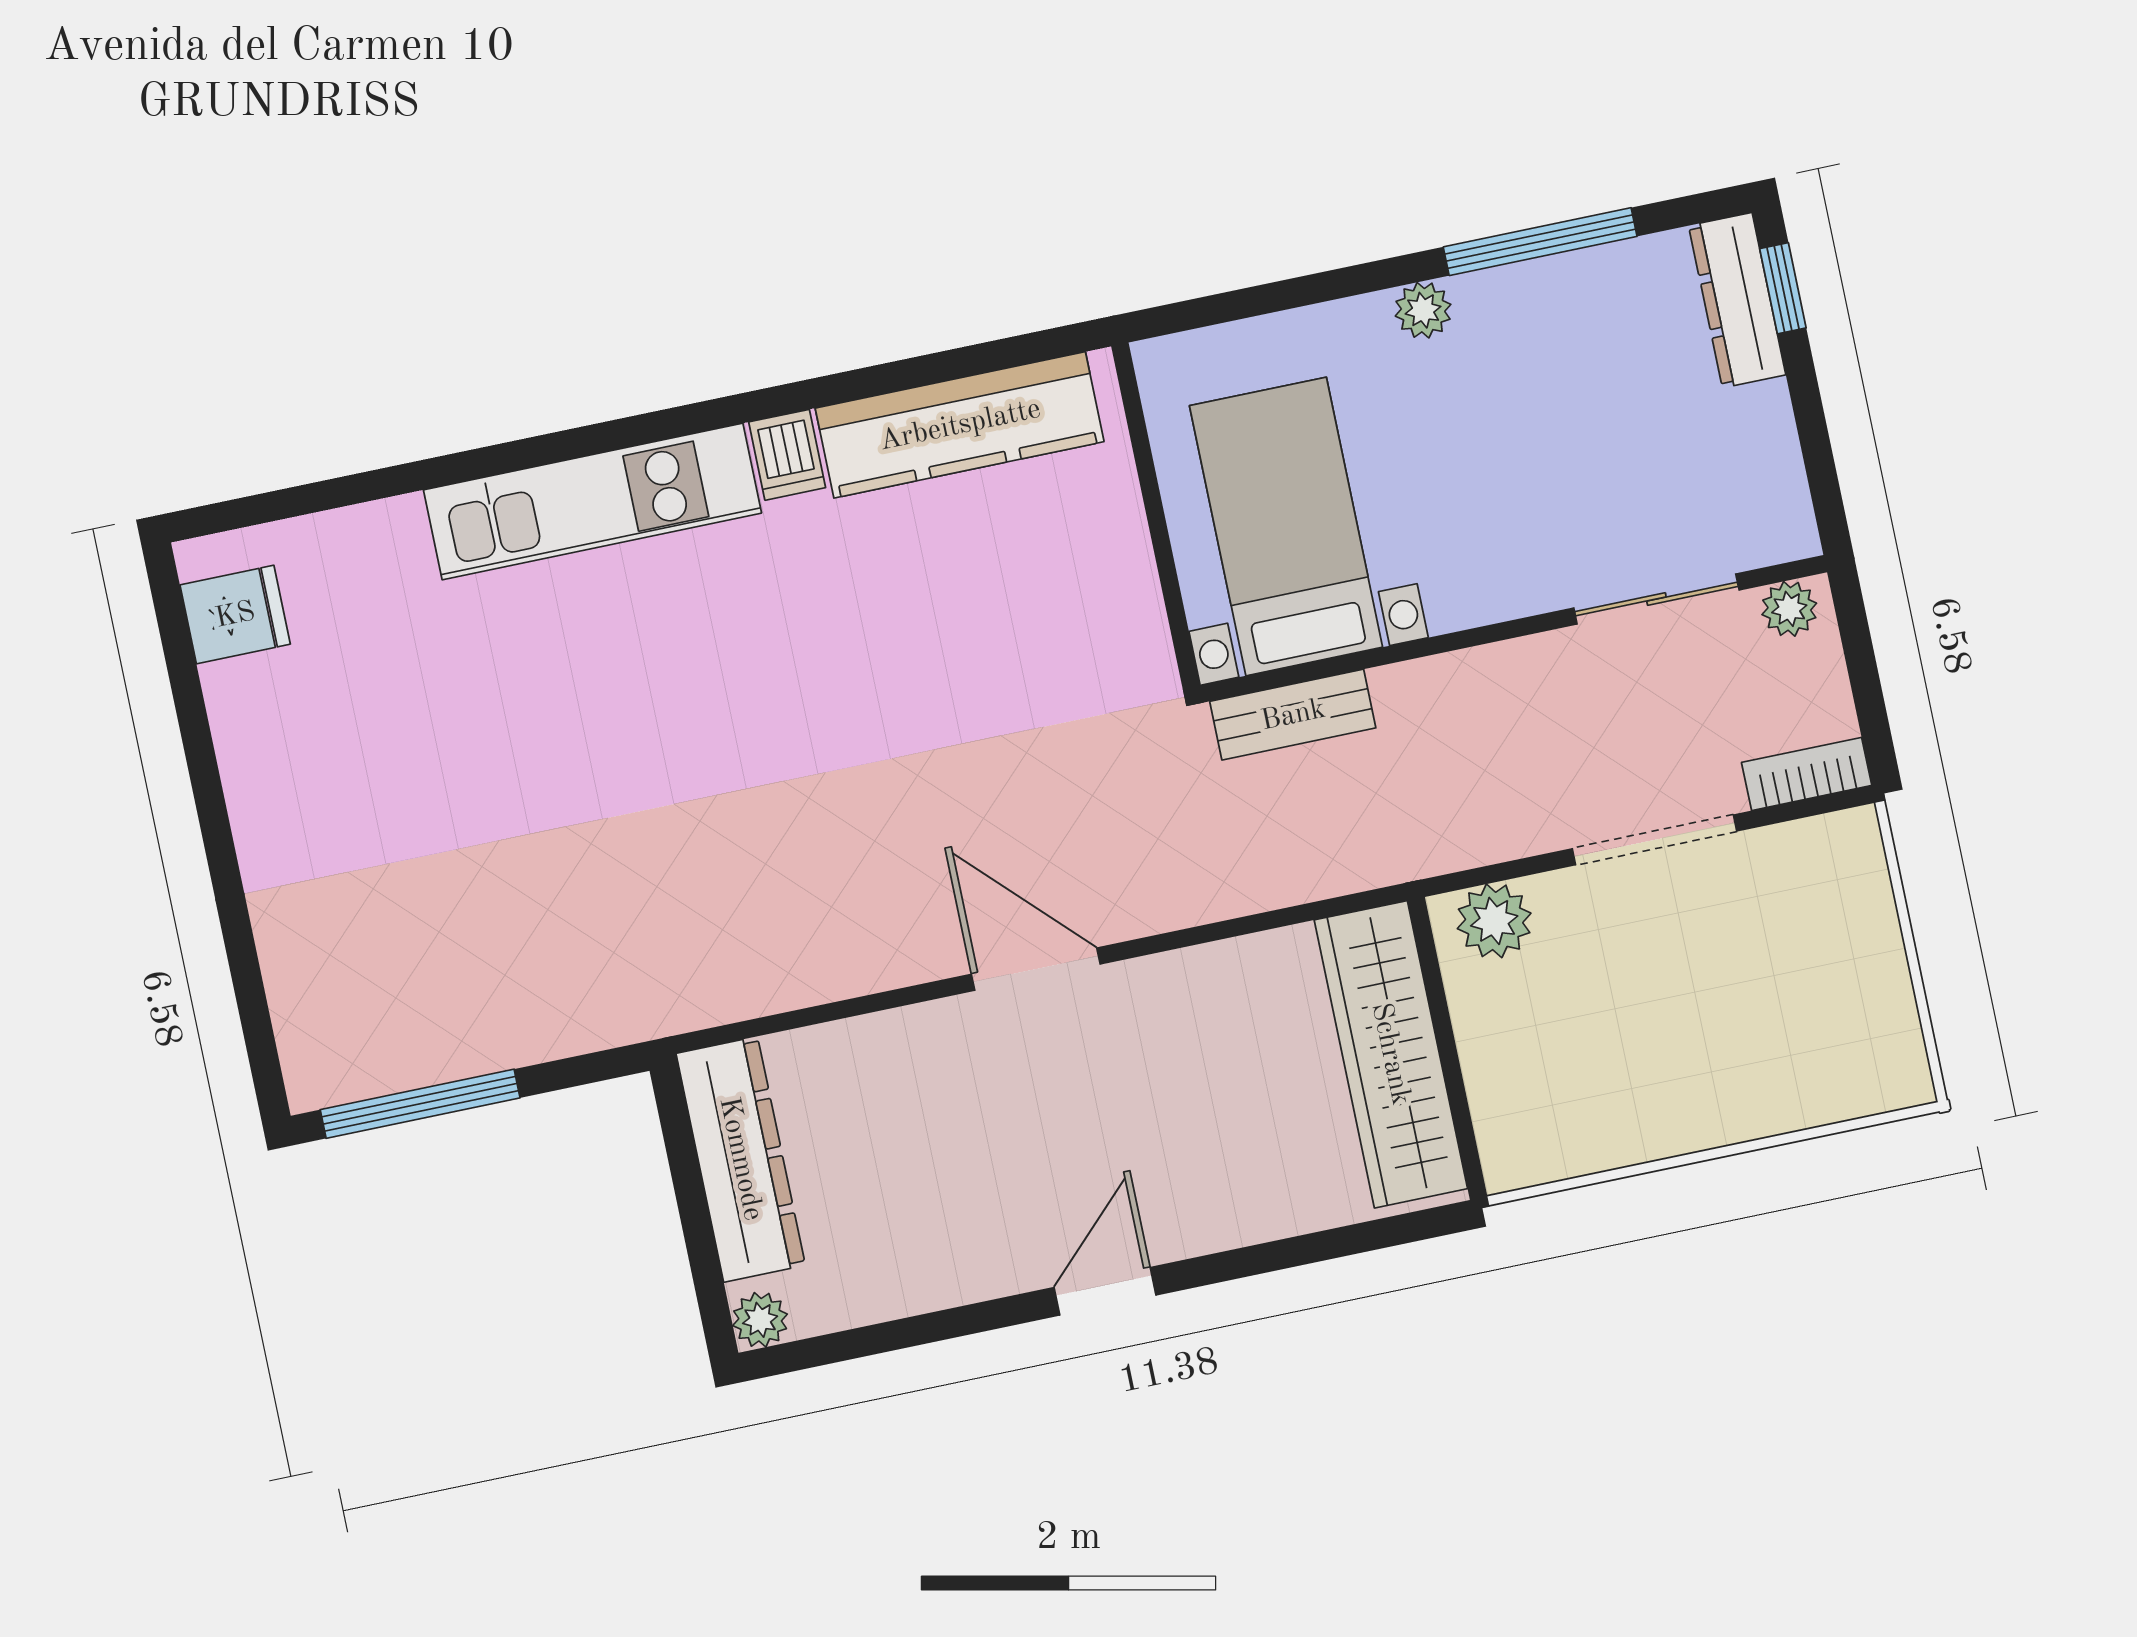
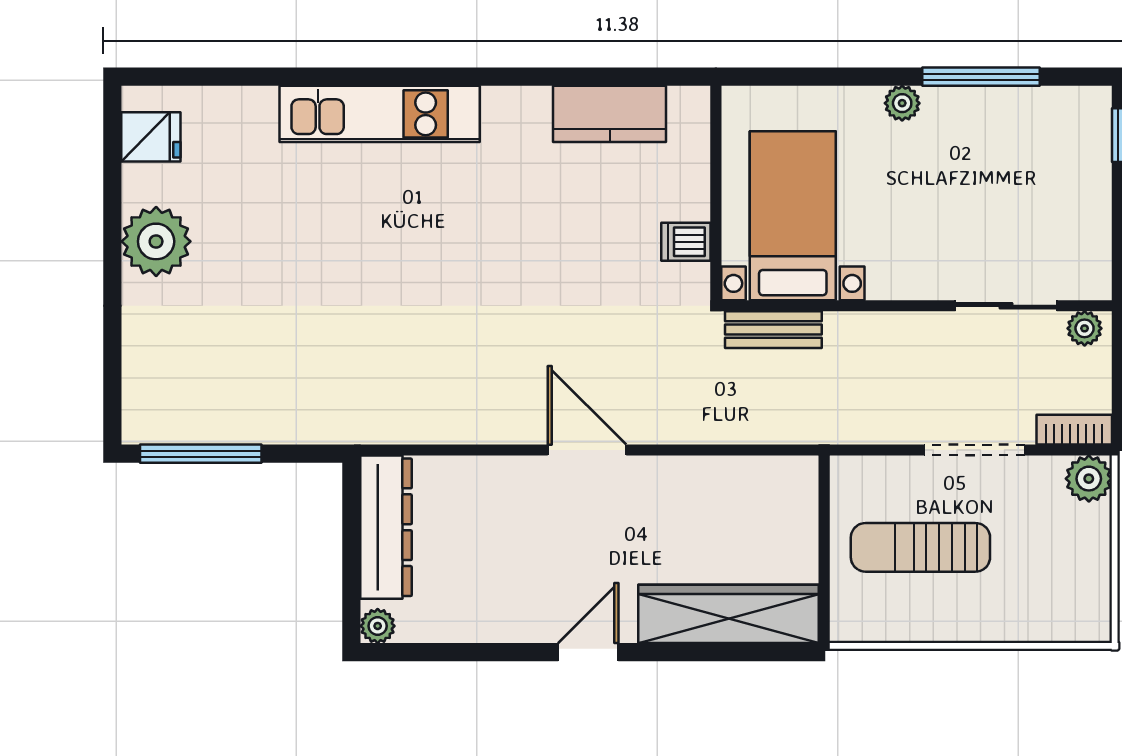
dresser: (1737, 300) -> (1092, 137), removed
kitchen counter: (960, 425) -> (610, 114), width x0.67
dishwasher: (787, 455) -> (686, 242), moved, turned 90
plant: (278, 780) -> (156, 241), added
plant: (1494, 921) -> (1089, 479), moved
sun lounger: (1600, 1013) -> (920, 547), added
wardrobe: (1391, 1054) -> (728, 614), moved, turned 90

